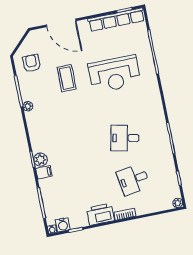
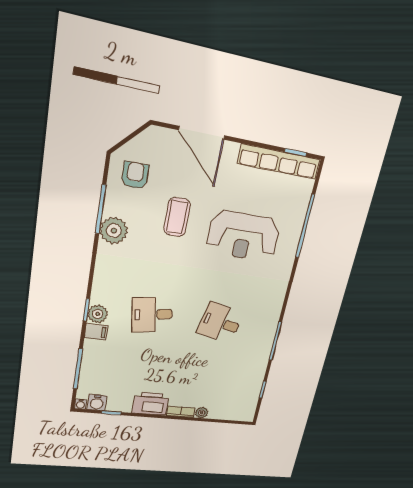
plant: (28, 106) -> (114, 231), width x1.87, depth x1.87
desk: (133, 179) -> (152, 314), moved
plant: (178, 203) -> (202, 413), moved

